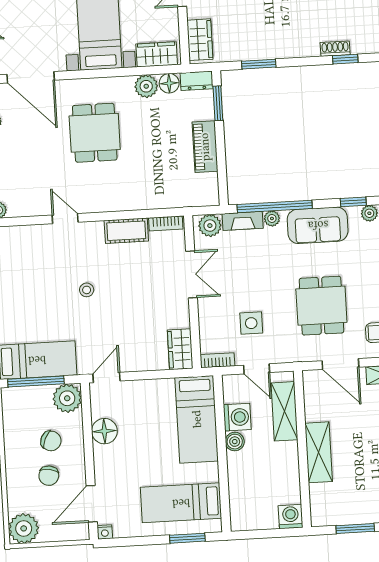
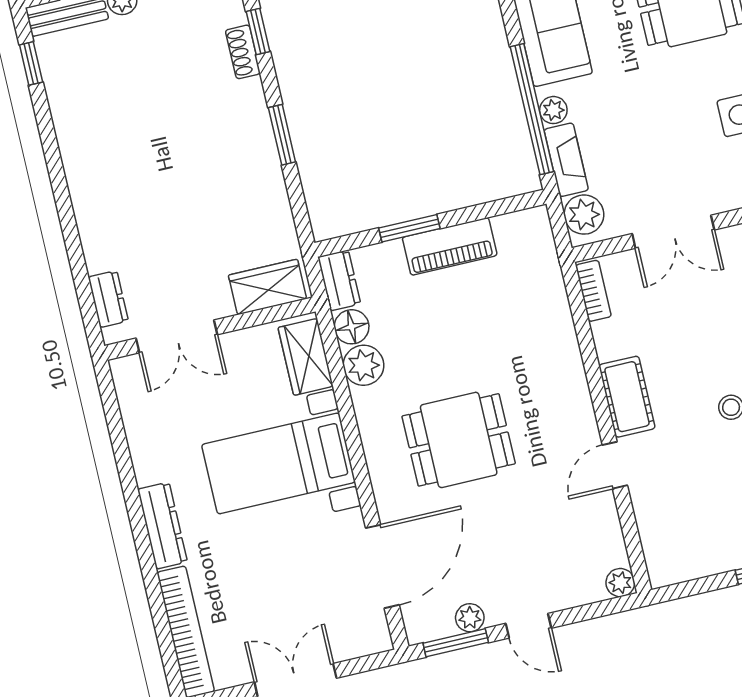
window: (259, 64) -> (282, 135), moved
window: (218, 103) -> (409, 228), moved
cot: (126, 231) -> (627, 397), moved
double door: (191, 274) -> (673, 232), swing flipped

